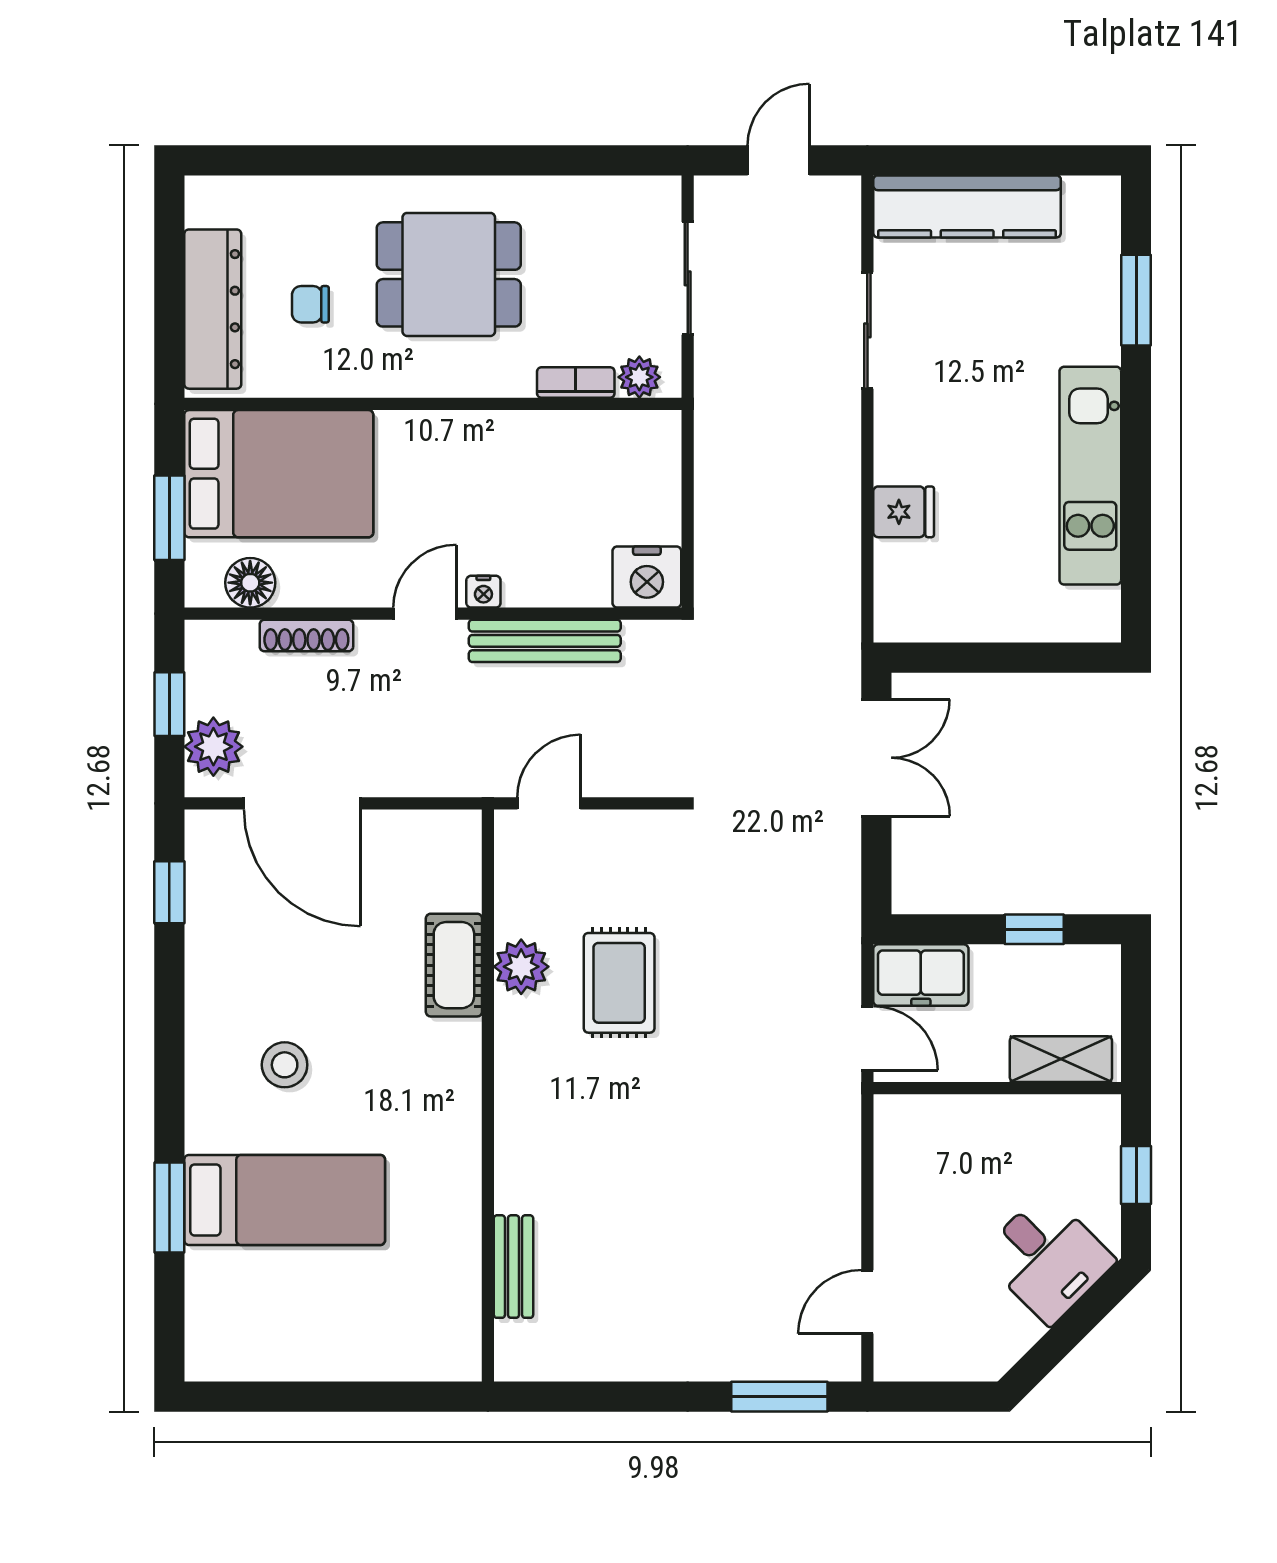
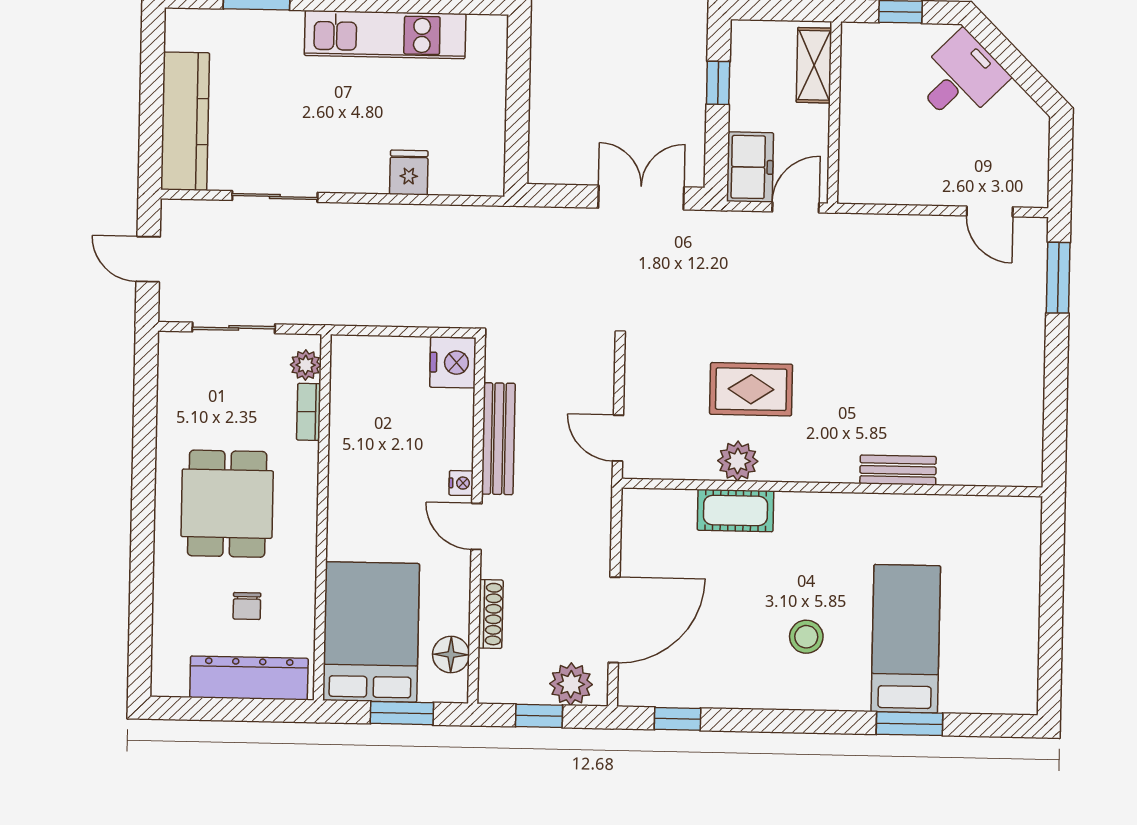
double door: (876, 758) -> (641, 197), moved
bench: (514, 1267) -> (898, 470), moved

